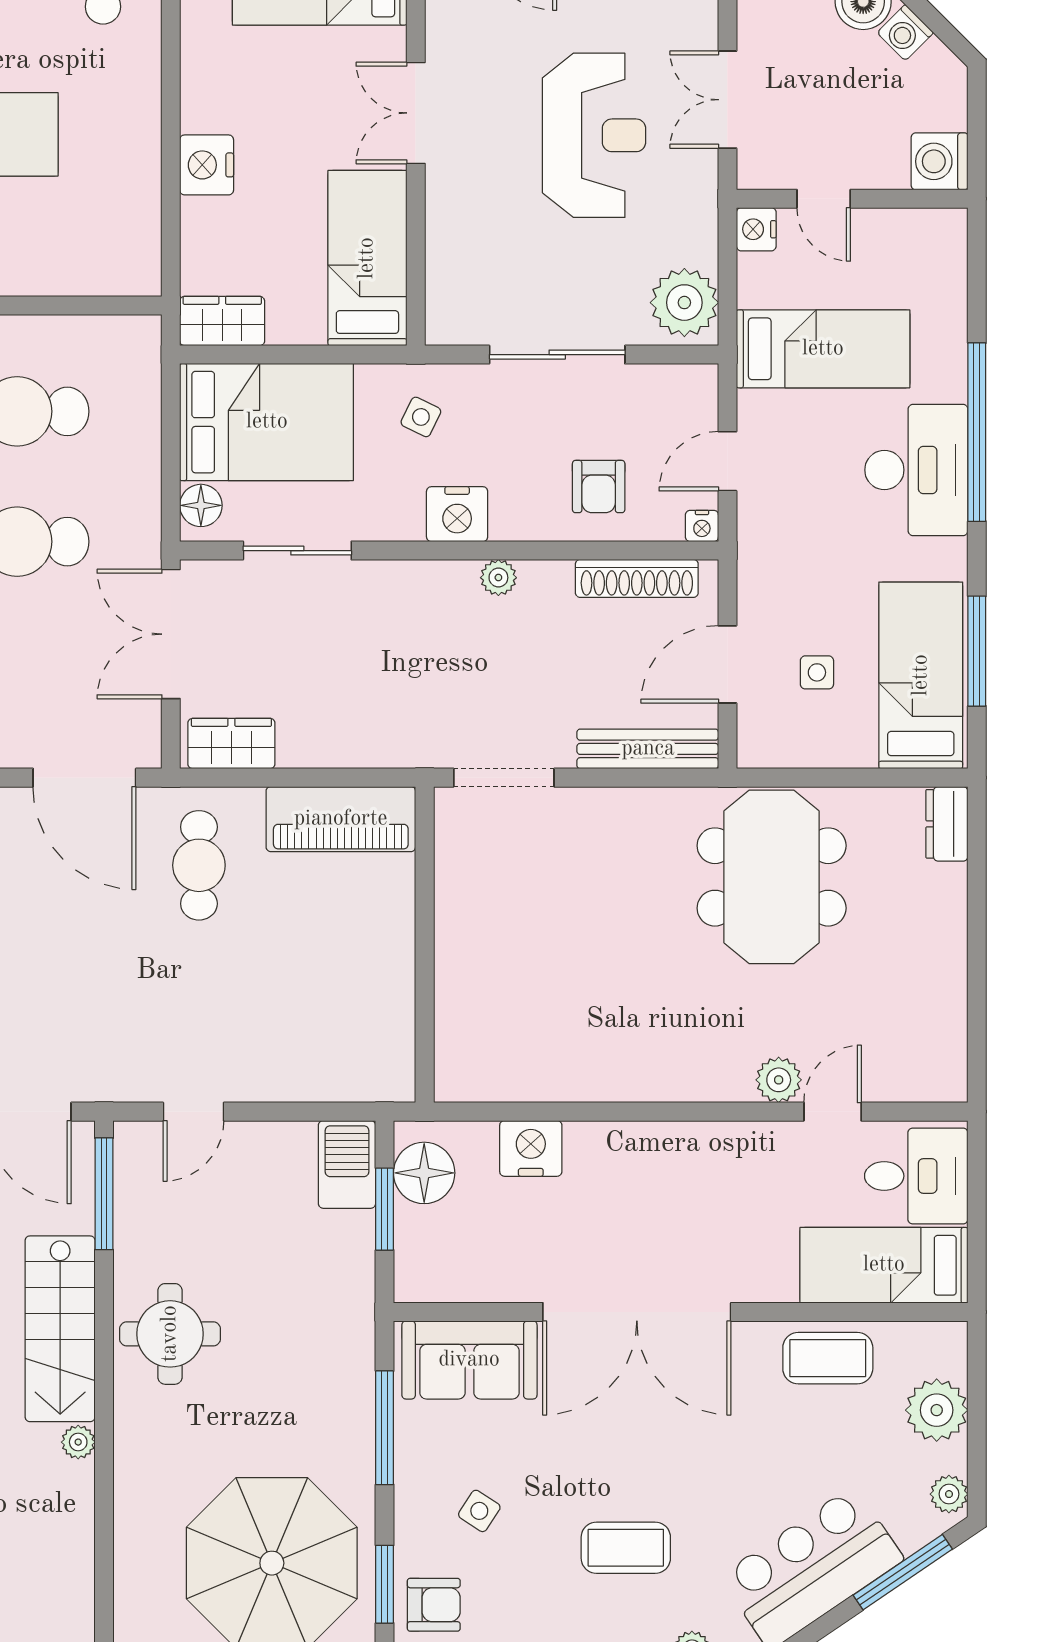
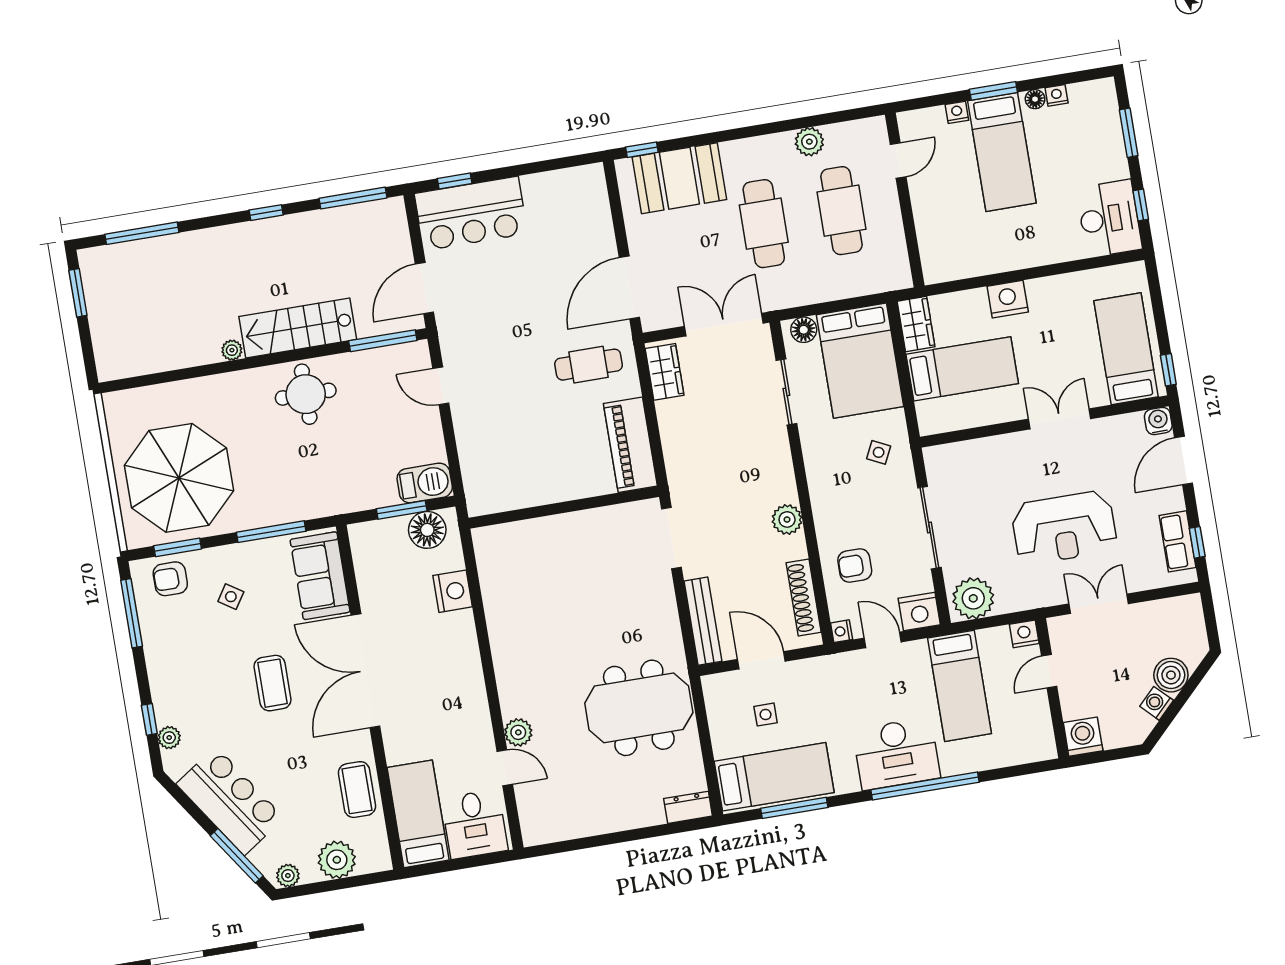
bed: (367, 258) -> (962, 369), moved
nightstand: (457, 514) -> (919, 612), moved, turned -90
plant: (498, 578) -> (787, 519), width x1.38, depth x1.38
coffee table: (626, 1548) -> (273, 683), moved
armchair: (434, 1605) -> (170, 579), turned 90

